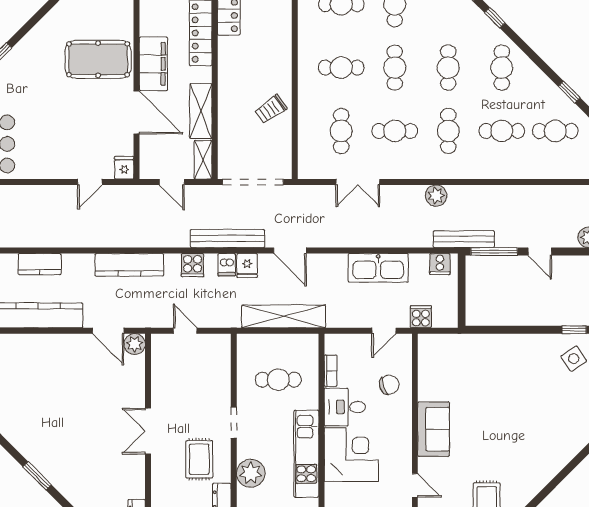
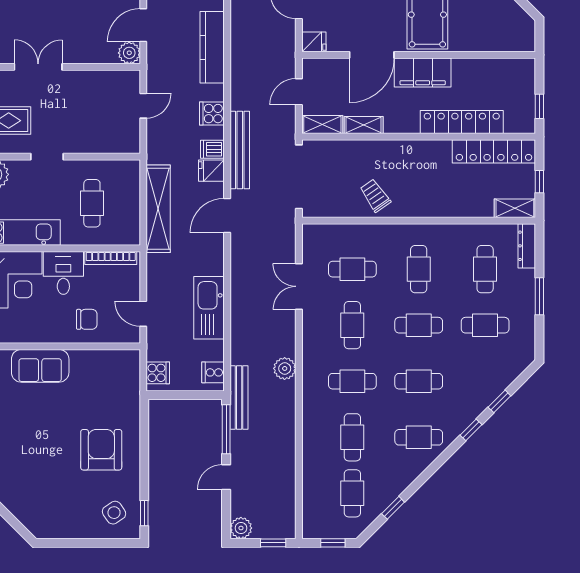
shelving: (201, 111) -> (364, 125), width x0.67, depth x0.75
cooker: (421, 317) -> (158, 373), moved
bookcase: (331, 371) -> (111, 258), width x1.56
armchair: (514, 371) -> (101, 450), added
chair: (389, 385) -> (87, 319), turned -70

